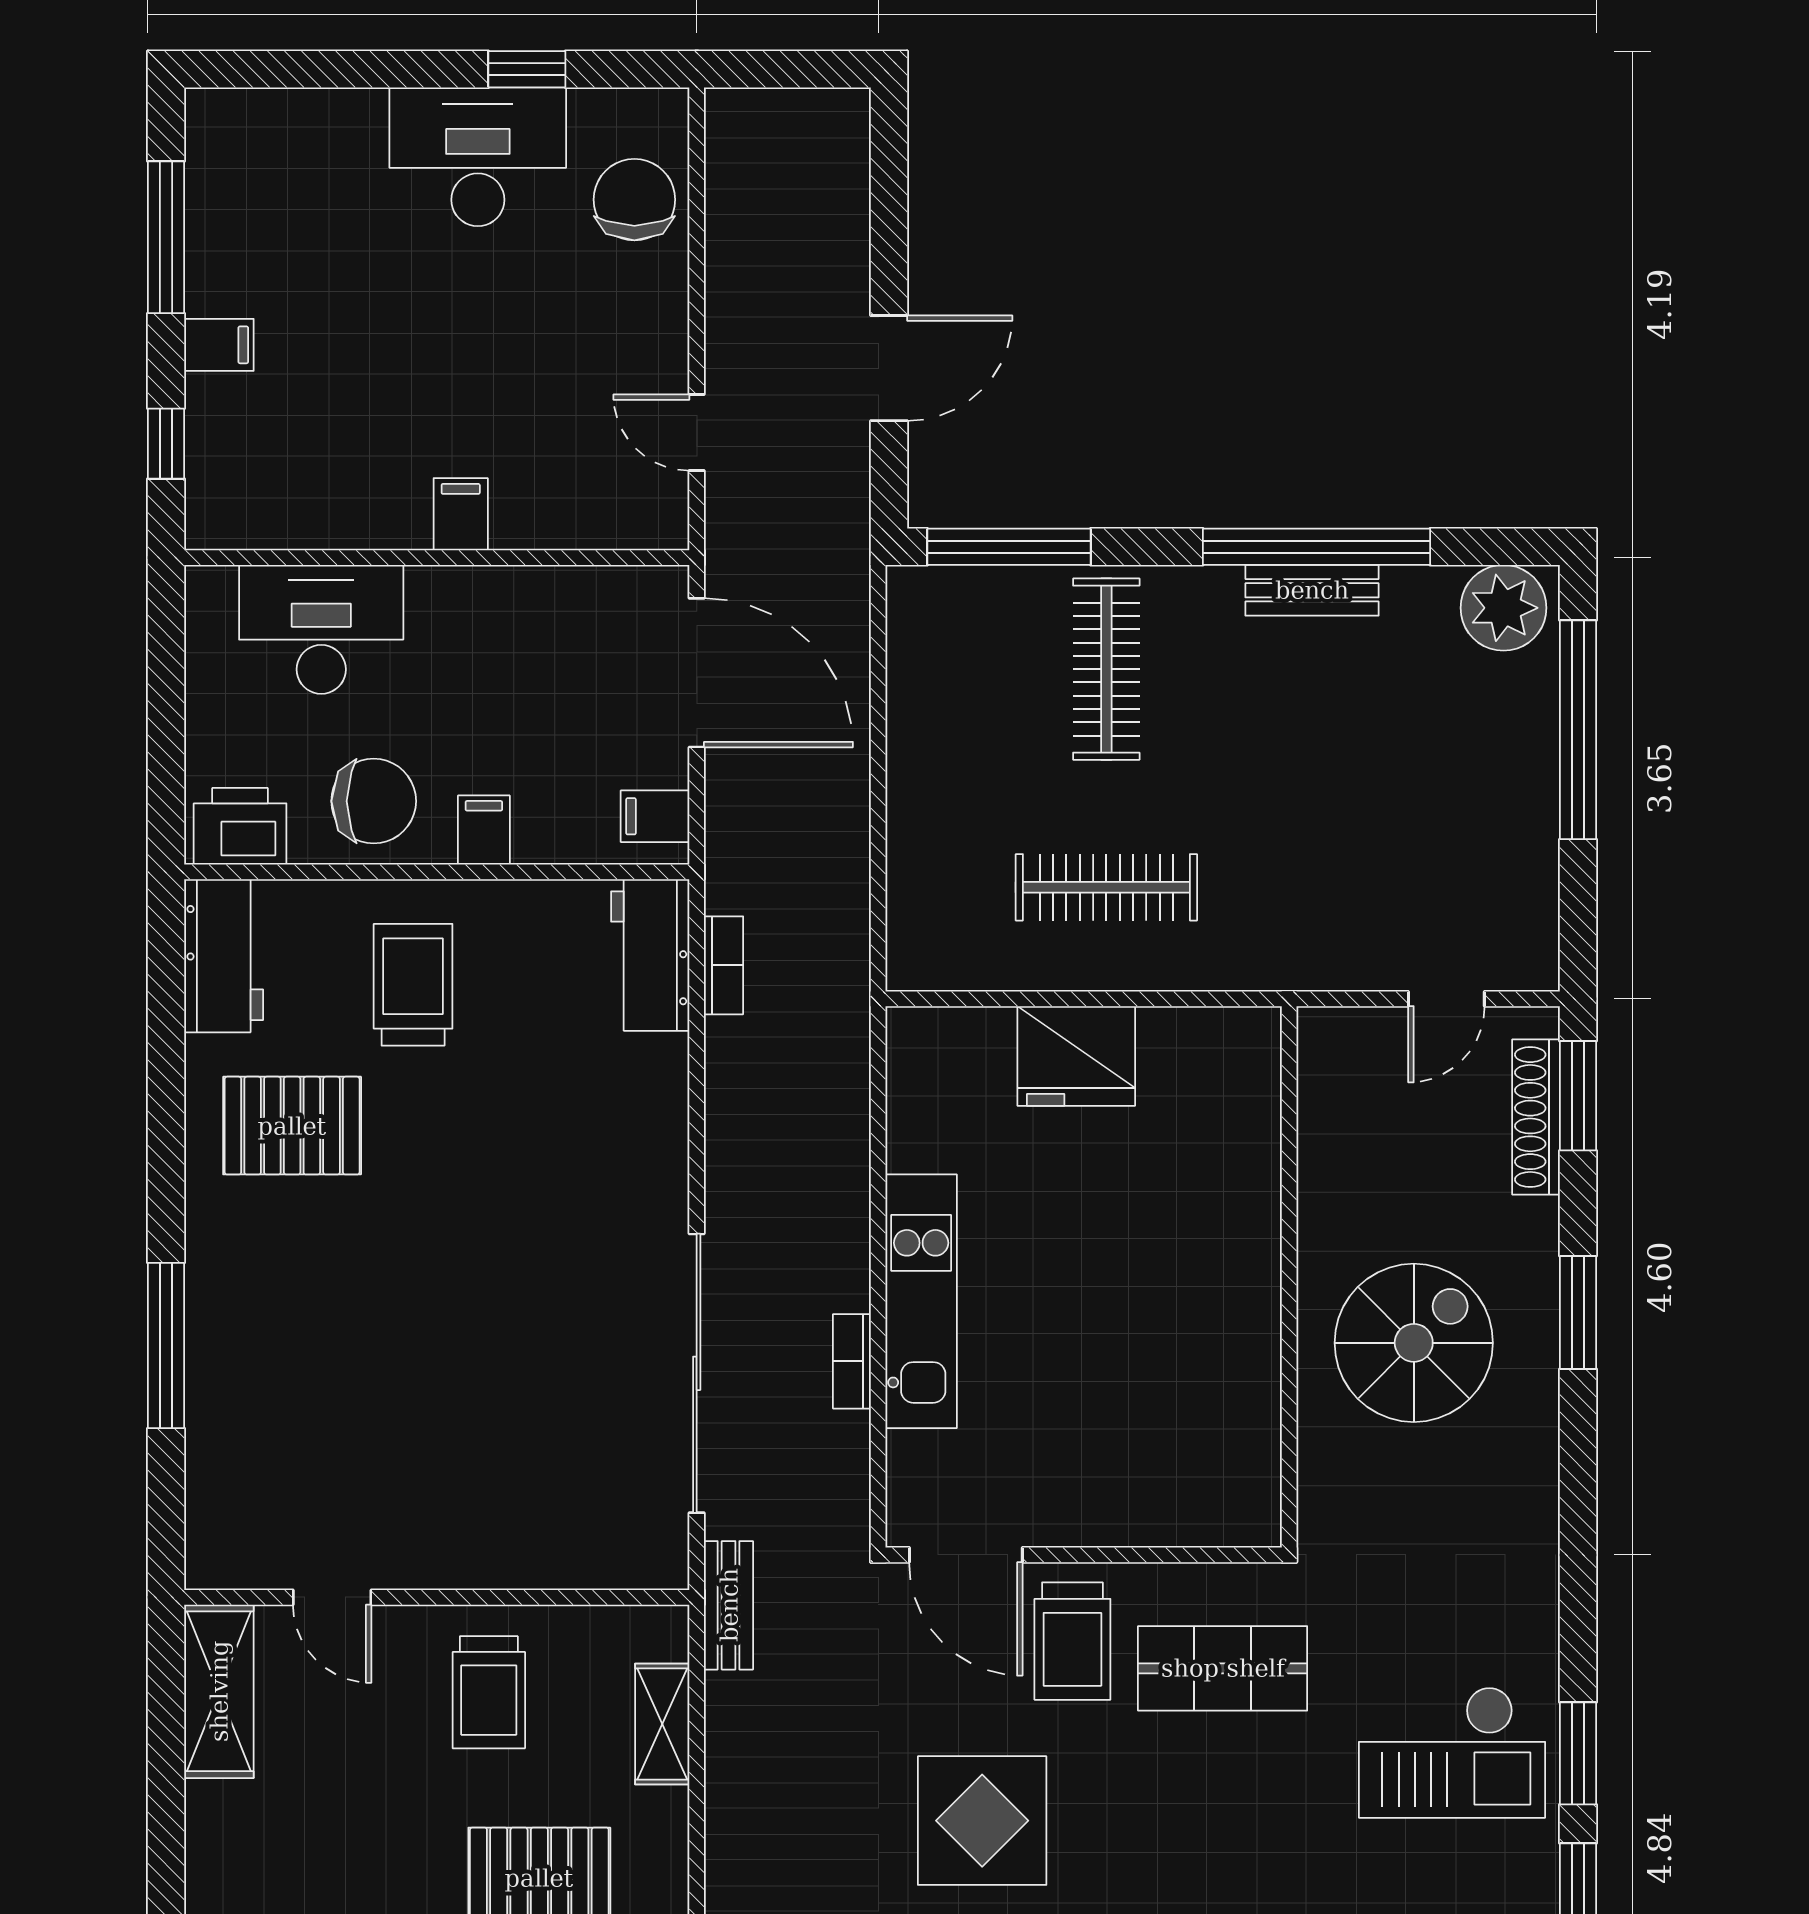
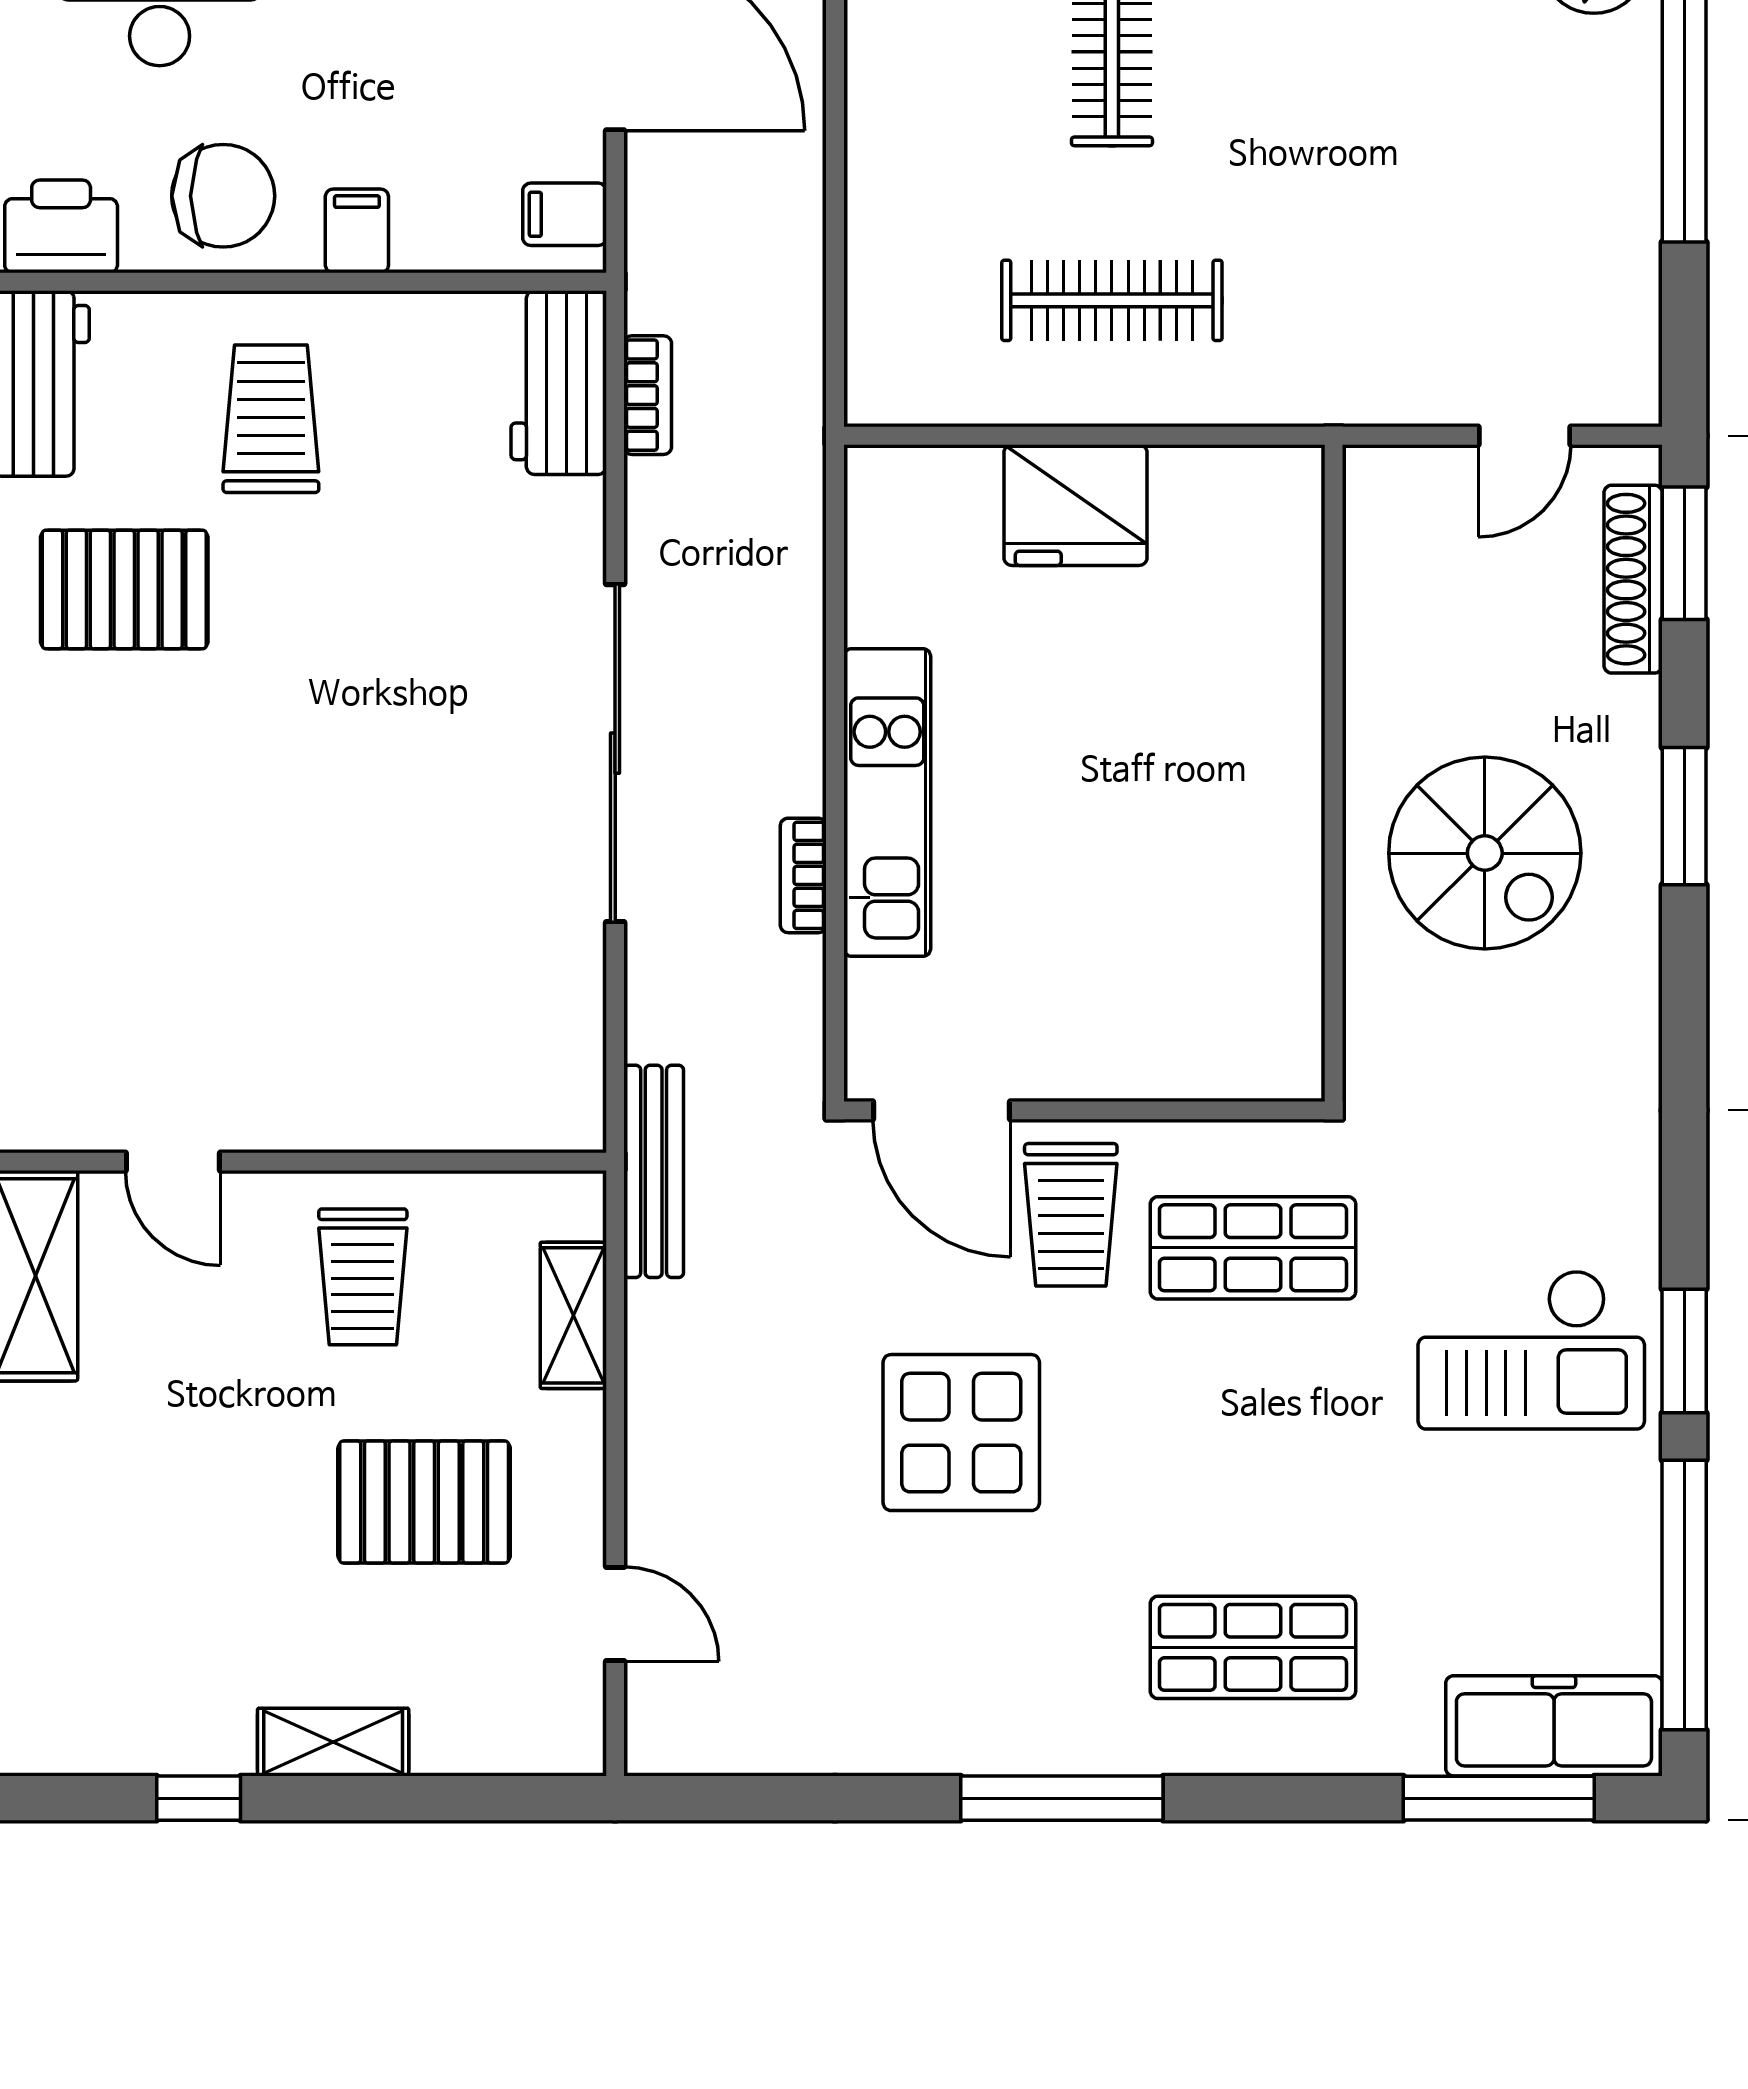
spiral stairs: (1414, 1343) -> (1485, 853), turned 90
sliding door: (697, 1373) -> (615, 753), moved
bench: (729, 1605) -> (654, 1171), width x1.36

